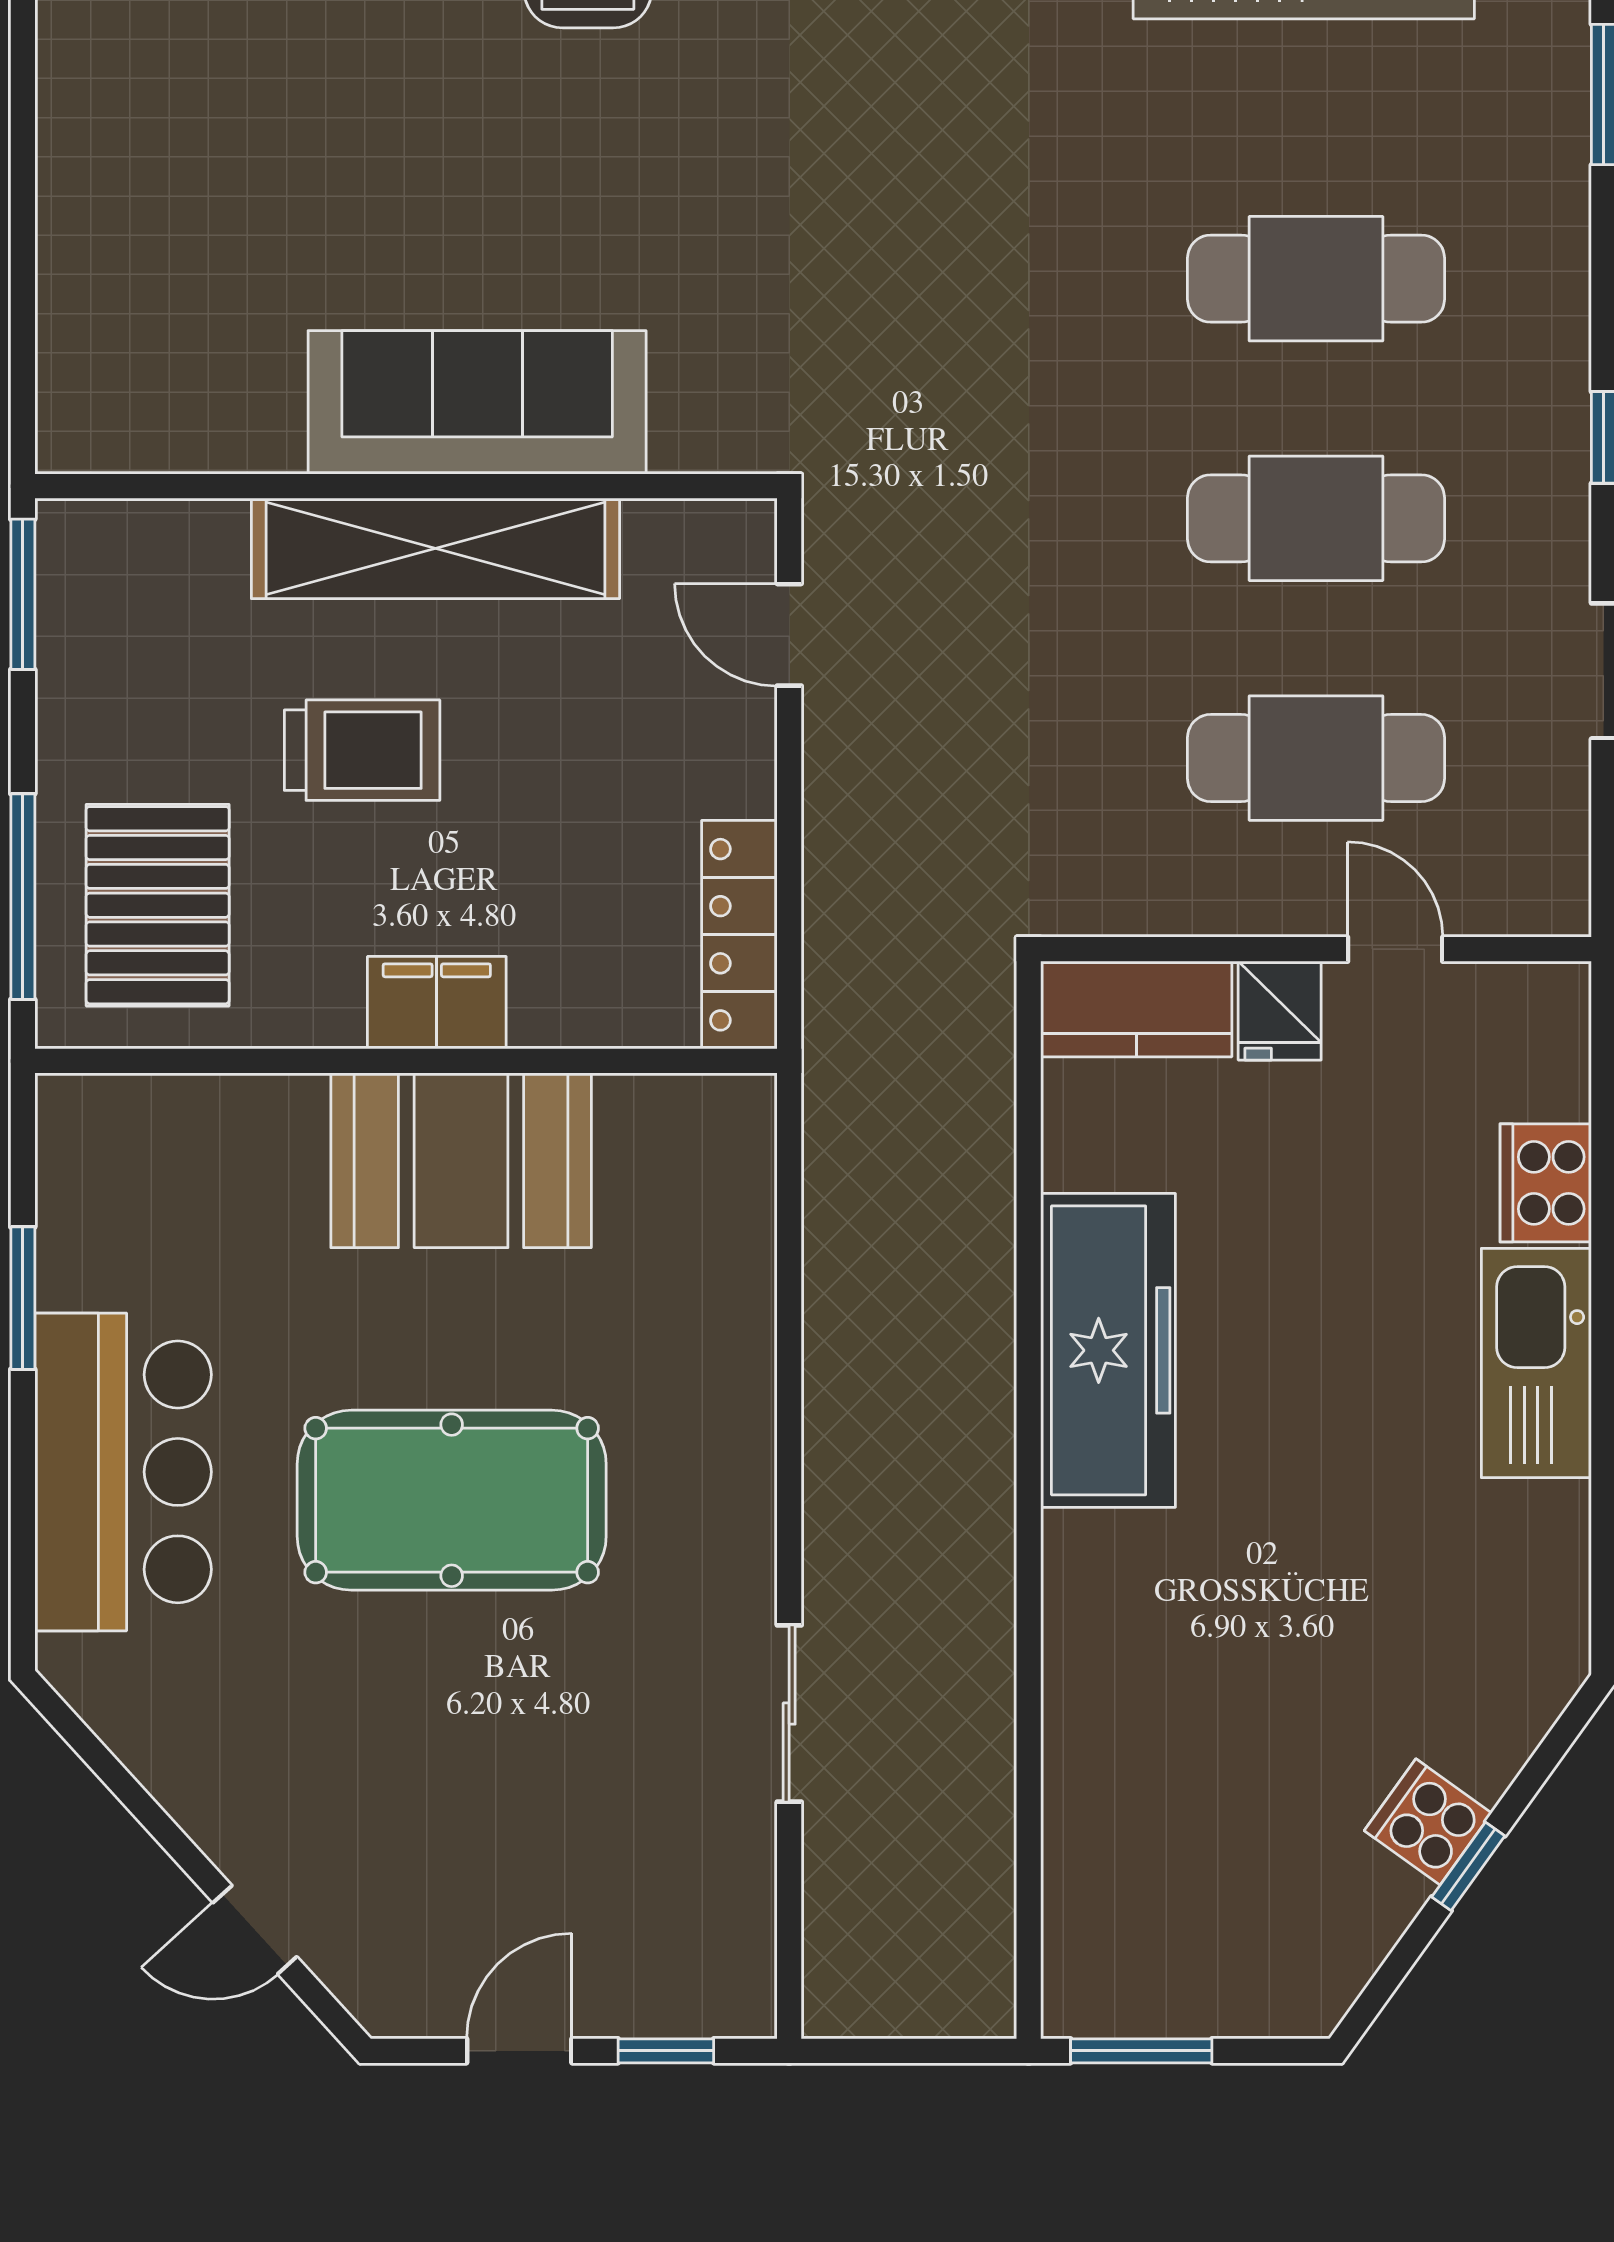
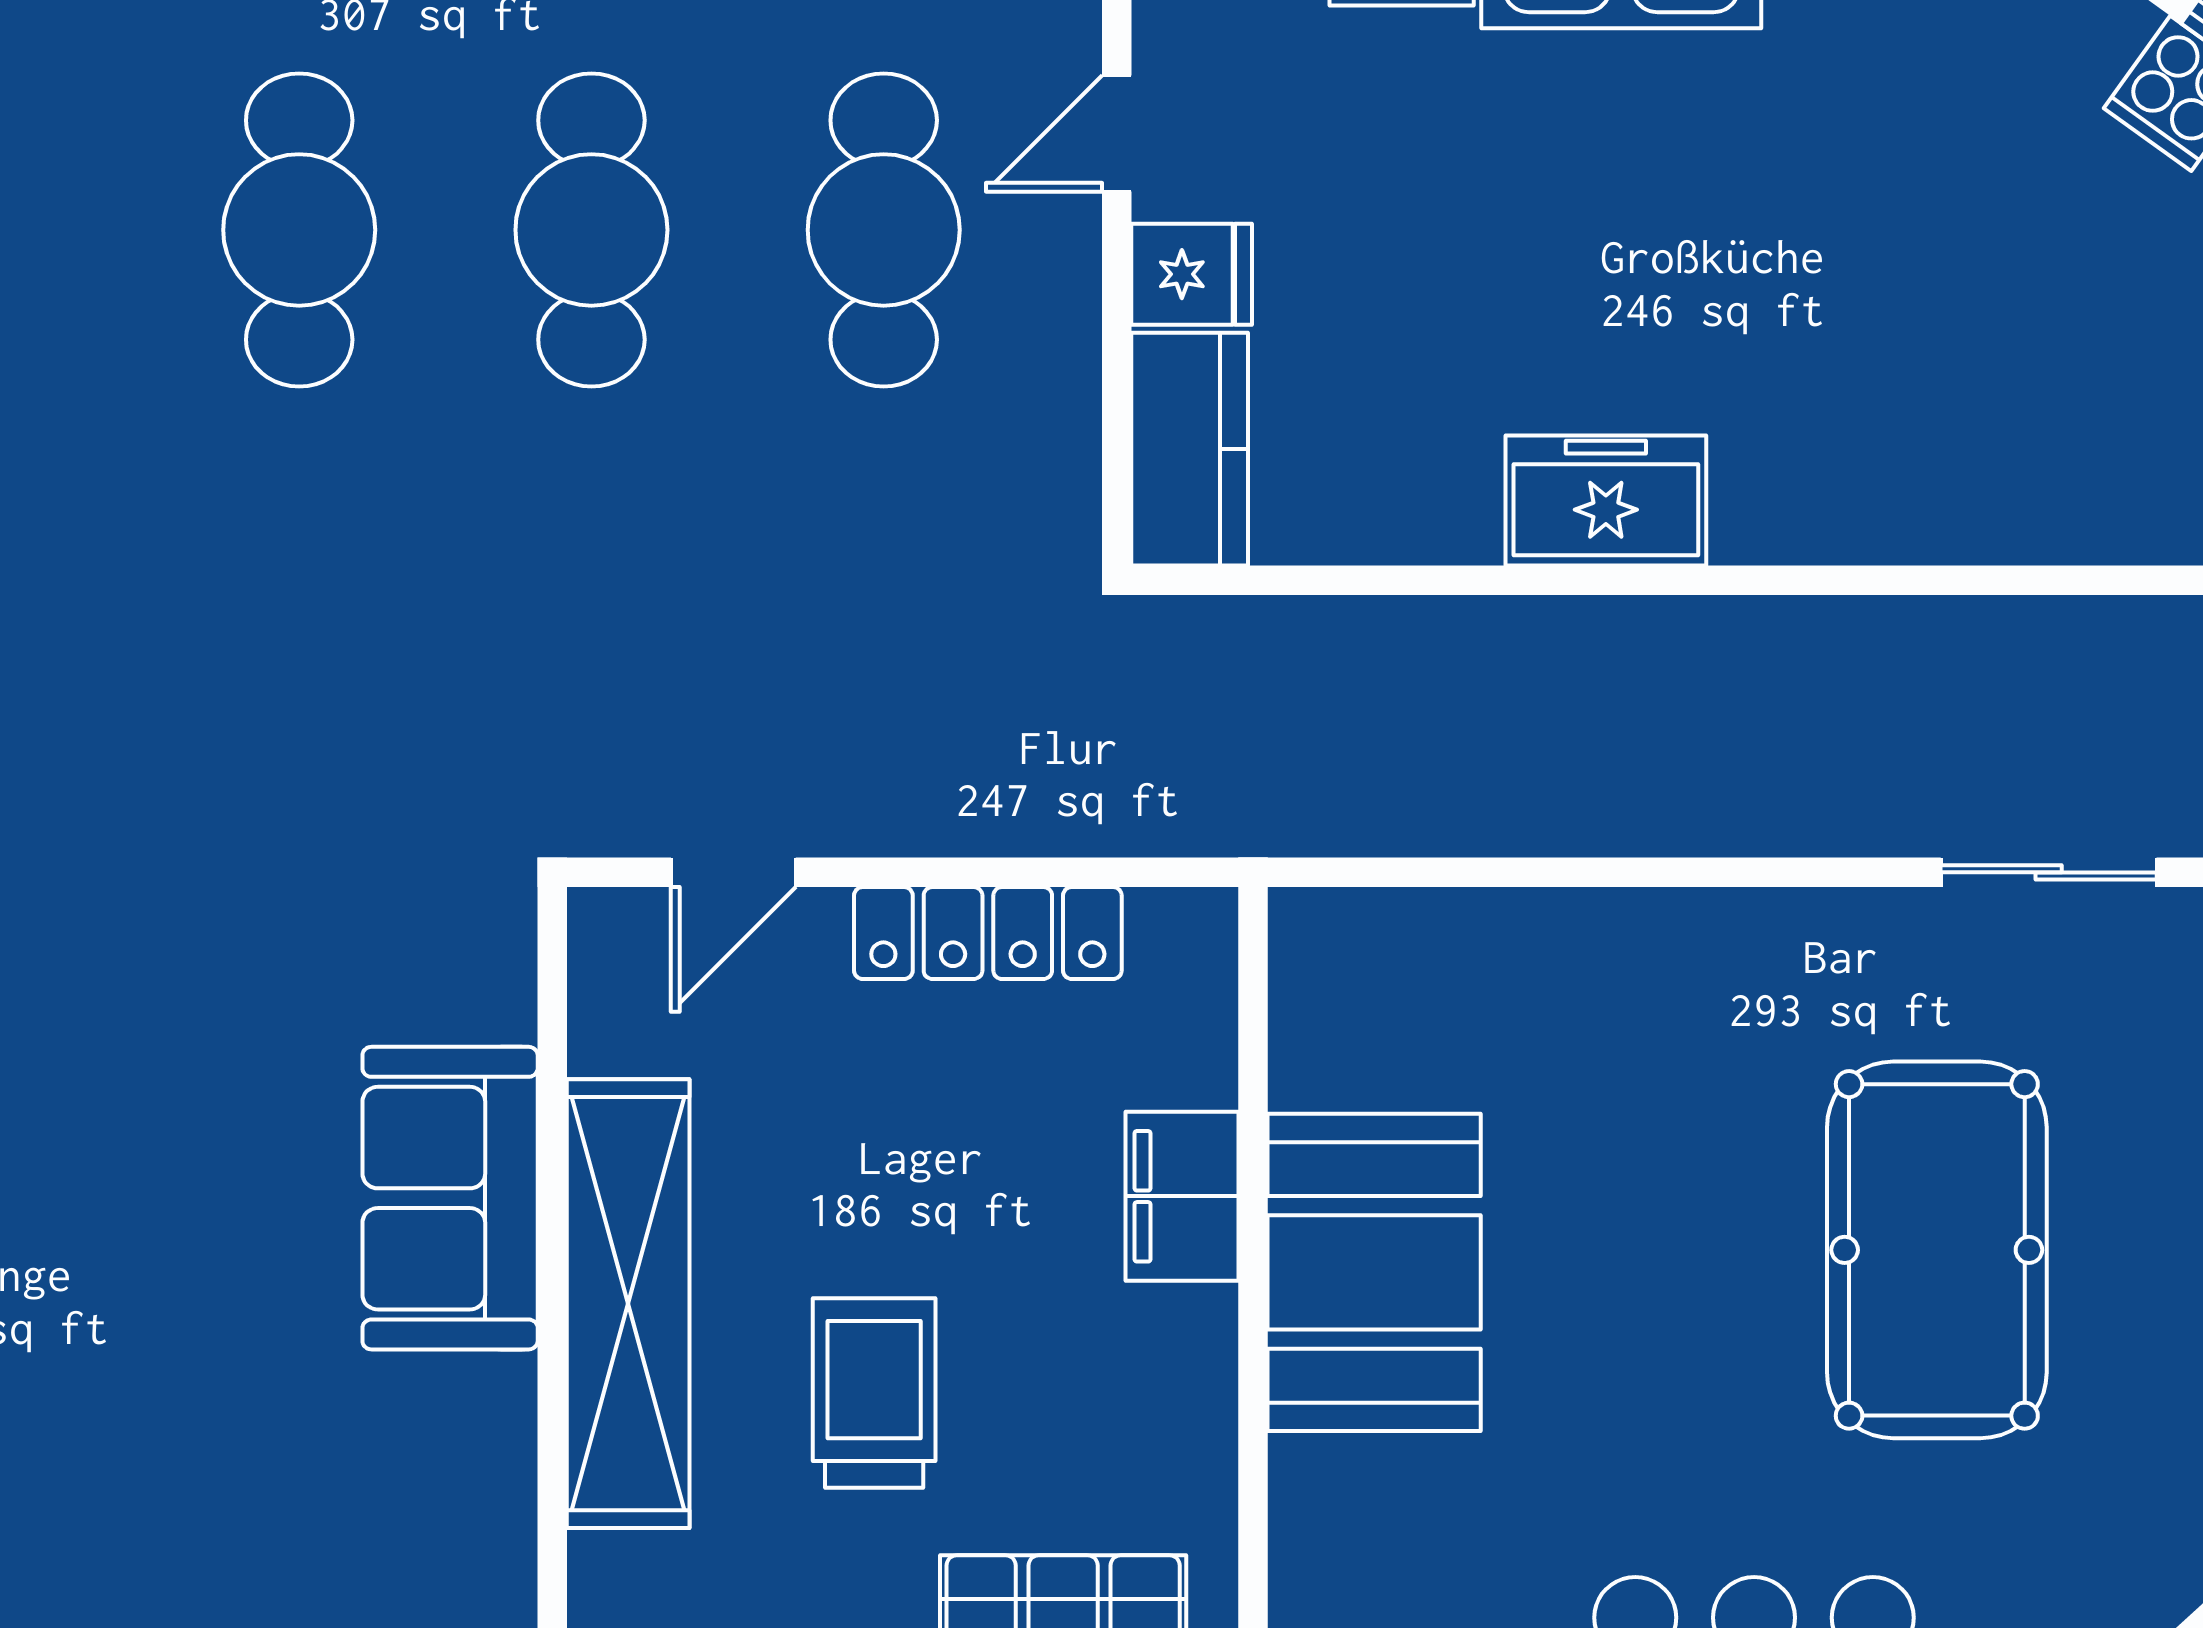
sofa: (477, 402) -> (450, 1198), width x0.73
locker: (739, 935) -> (988, 933), moved
filing cabinet: (437, 1003) -> (1182, 1196), moved
freezer: (1108, 1350) -> (1606, 501), width x0.52, depth x0.79
pool table: (452, 1500) -> (1937, 1250), moved

